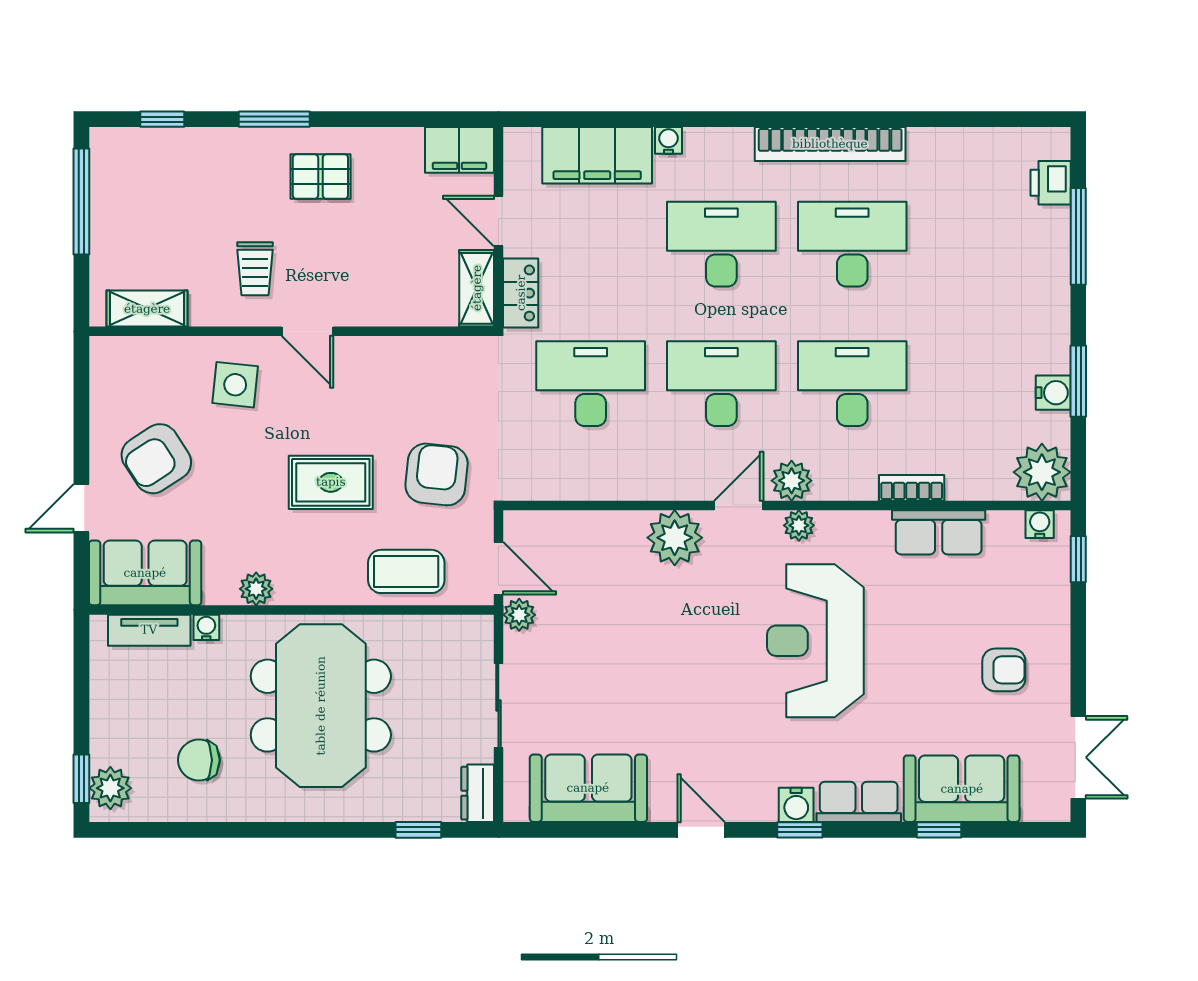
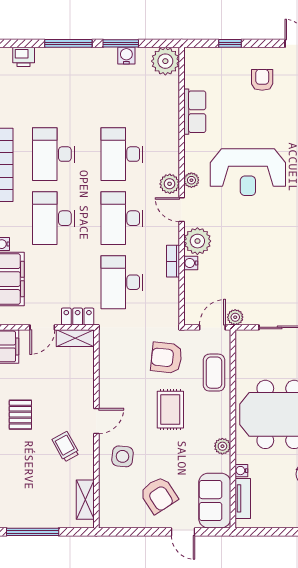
window: (1078, 236) -> (68, 43), moved
trolley: (255, 269) -> (66, 447), turned -119
bookcase: (912, 488) -> (173, 261), moved
water cooler: (1040, 524) -> (191, 263), moved
window: (1078, 559) -> (230, 43), moved

